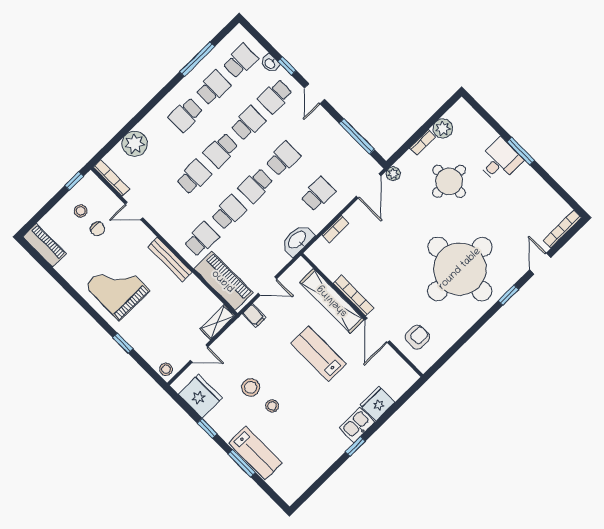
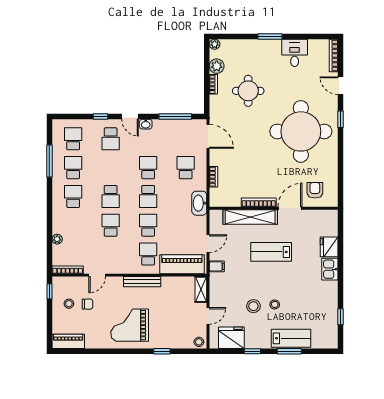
washbasin: (270, 63) -> (146, 124), moved
school desk: (186, 115) -> (73, 196), turned 180
school desk: (248, 123) -> (111, 168), removed
plant: (135, 144) -> (57, 239), width x0.53, depth x0.53
desk: (500, 161) -> (295, 53), moved
plant: (393, 174) -> (215, 44), moved
door: (377, 330) -> (290, 208), swing flipped
window: (355, 446) -> (341, 317), moved

